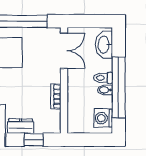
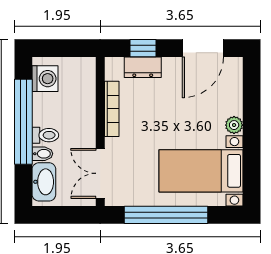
bidet: (105, 90) -> (42, 154), moved
bookcase: (56, 97) -> (112, 109), width x1.56
dresser: (21, 126) -> (143, 67), moved

